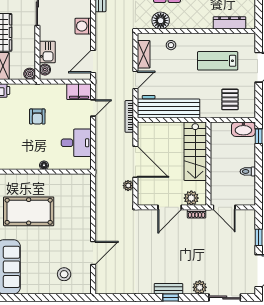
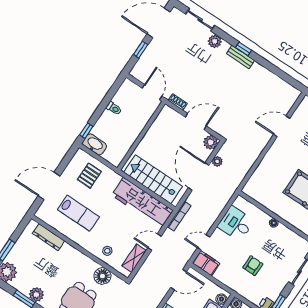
stairs: (195, 151) -> (153, 179), moved, turned -90
plant: (191, 198) -> (211, 142), moved

